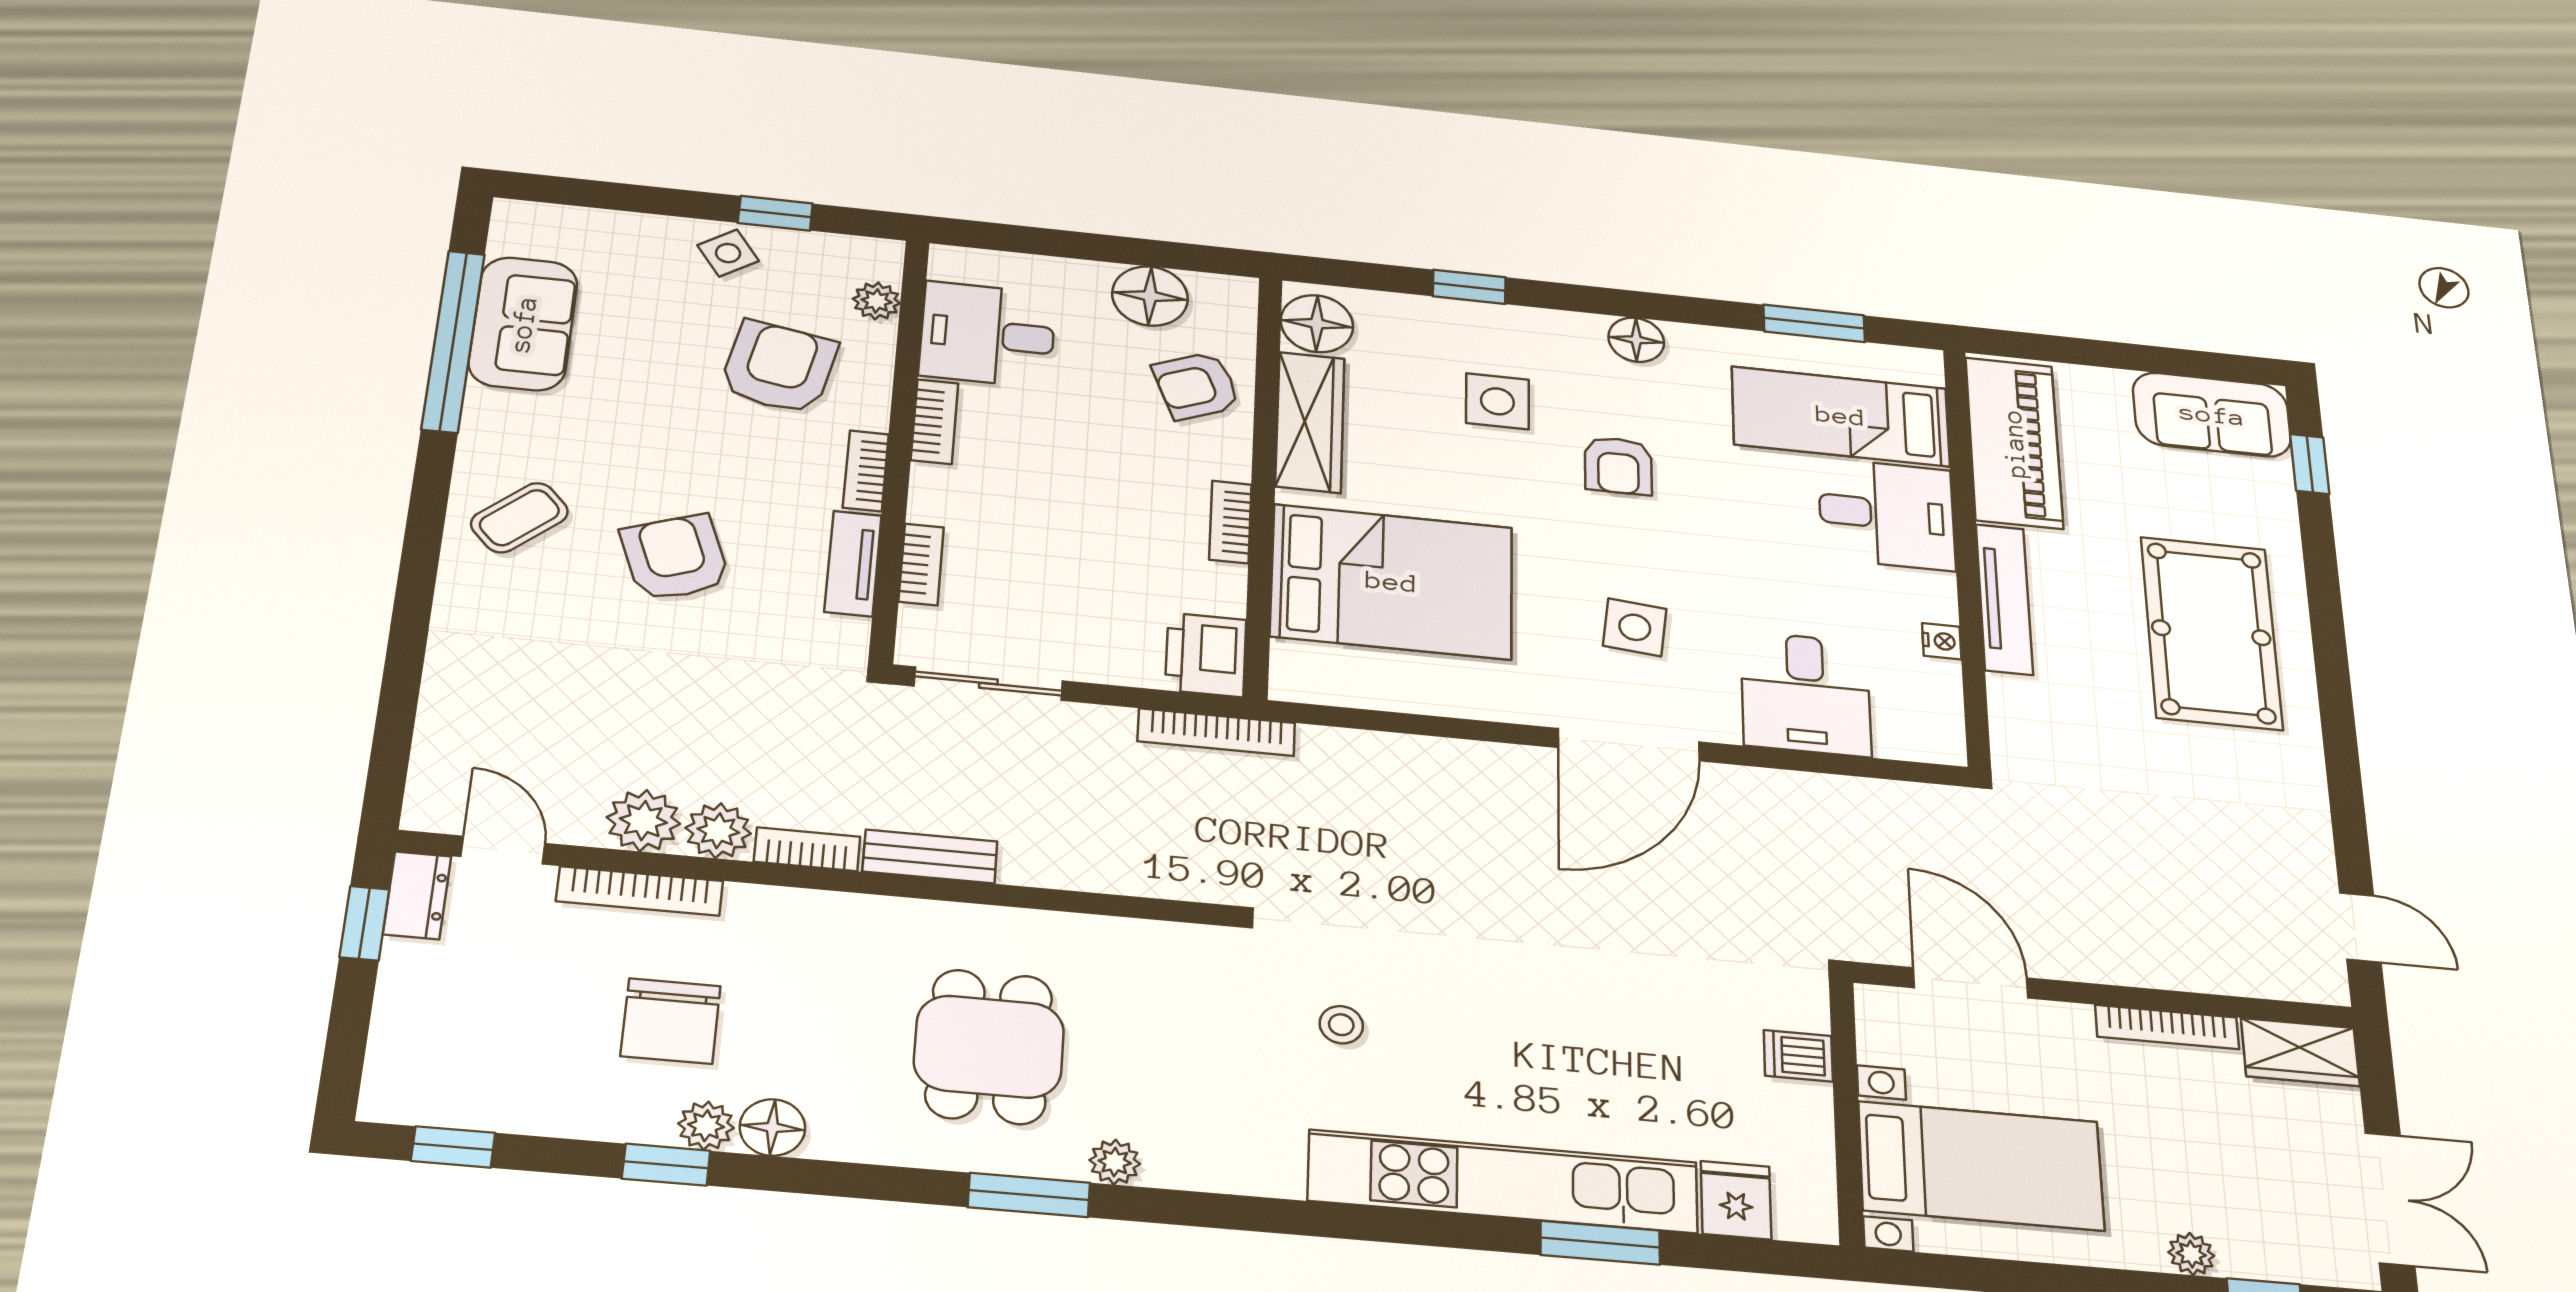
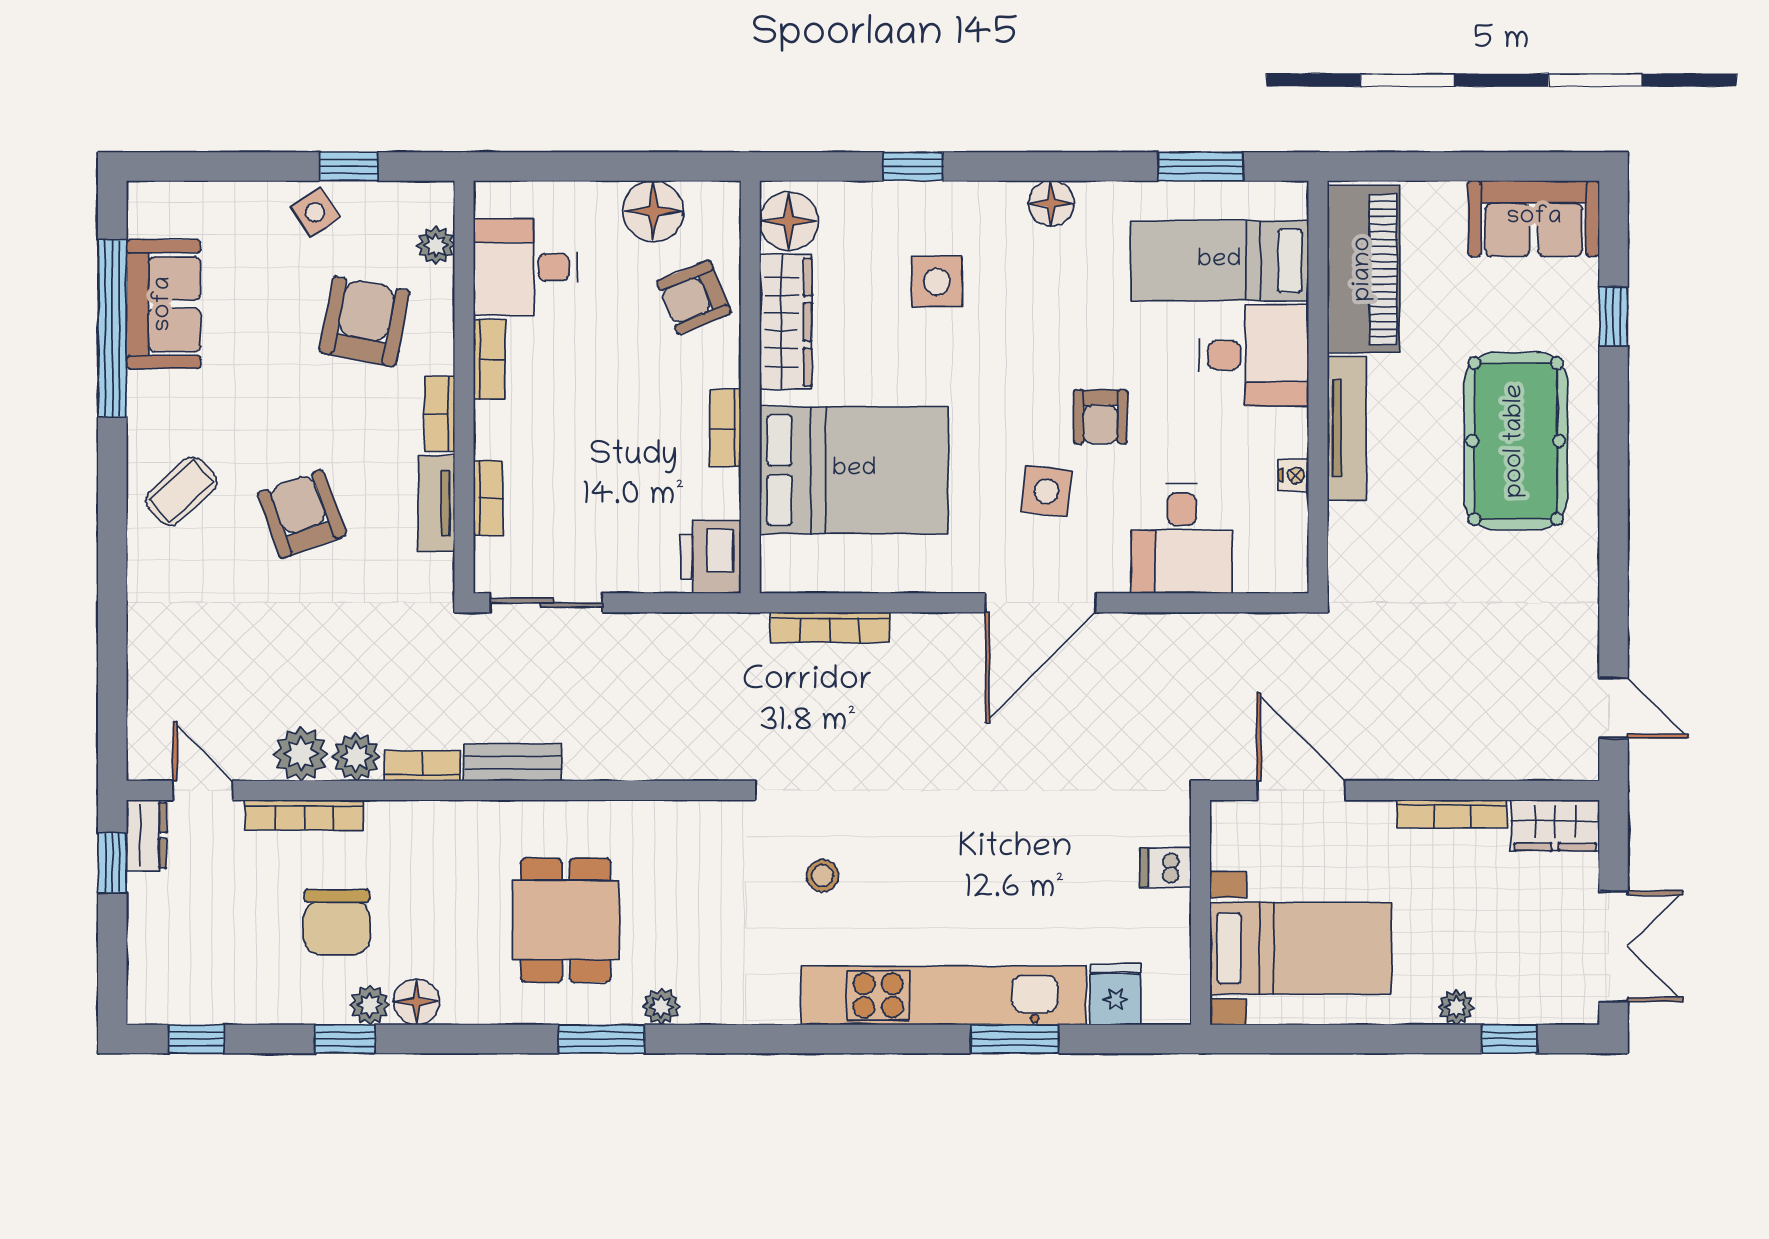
window: (2310, 464) -> (1613, 316), moved
armchair: (1618, 466) -> (1101, 417), moved
bookcase: (1216, 732) -> (830, 627), moved

